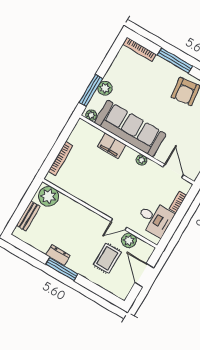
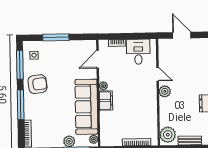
filing cabinet: (112, 146) -> (106, 101), moved
plant: (129, 240) -> (165, 91), moved
rug: (107, 258) -> (186, 68), removed
door: (144, 275) -> (182, 35), swing flipped

